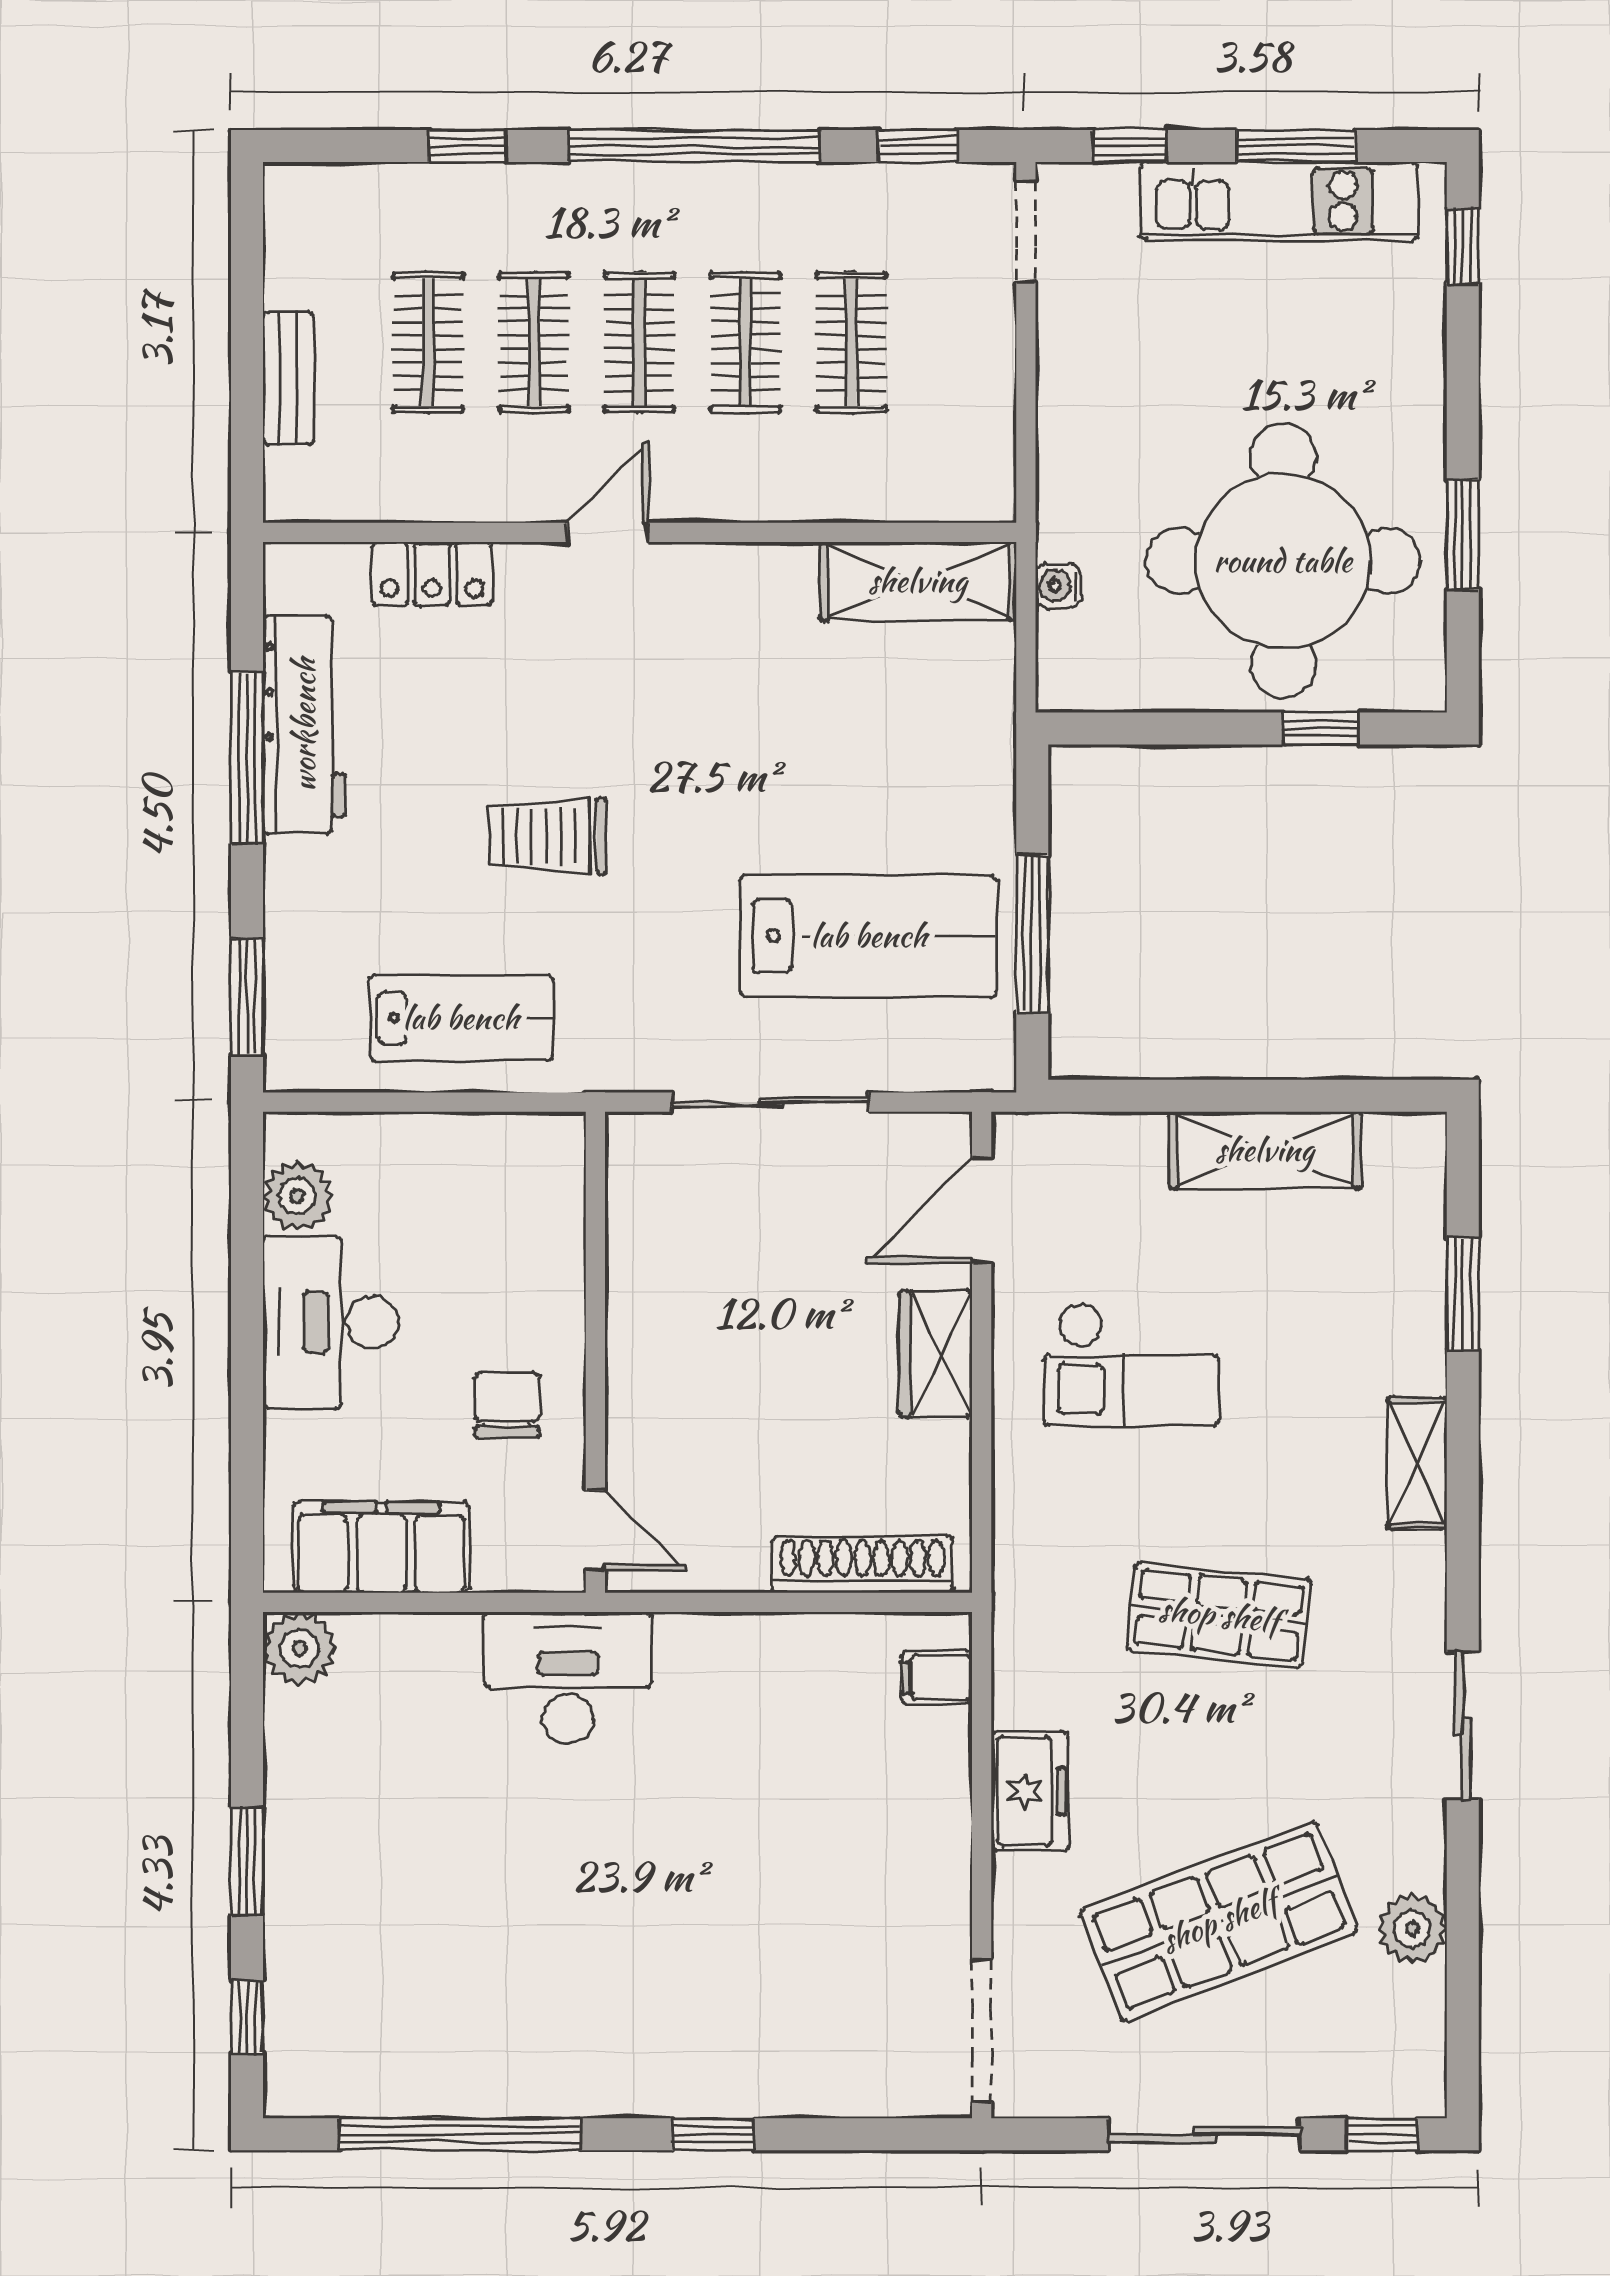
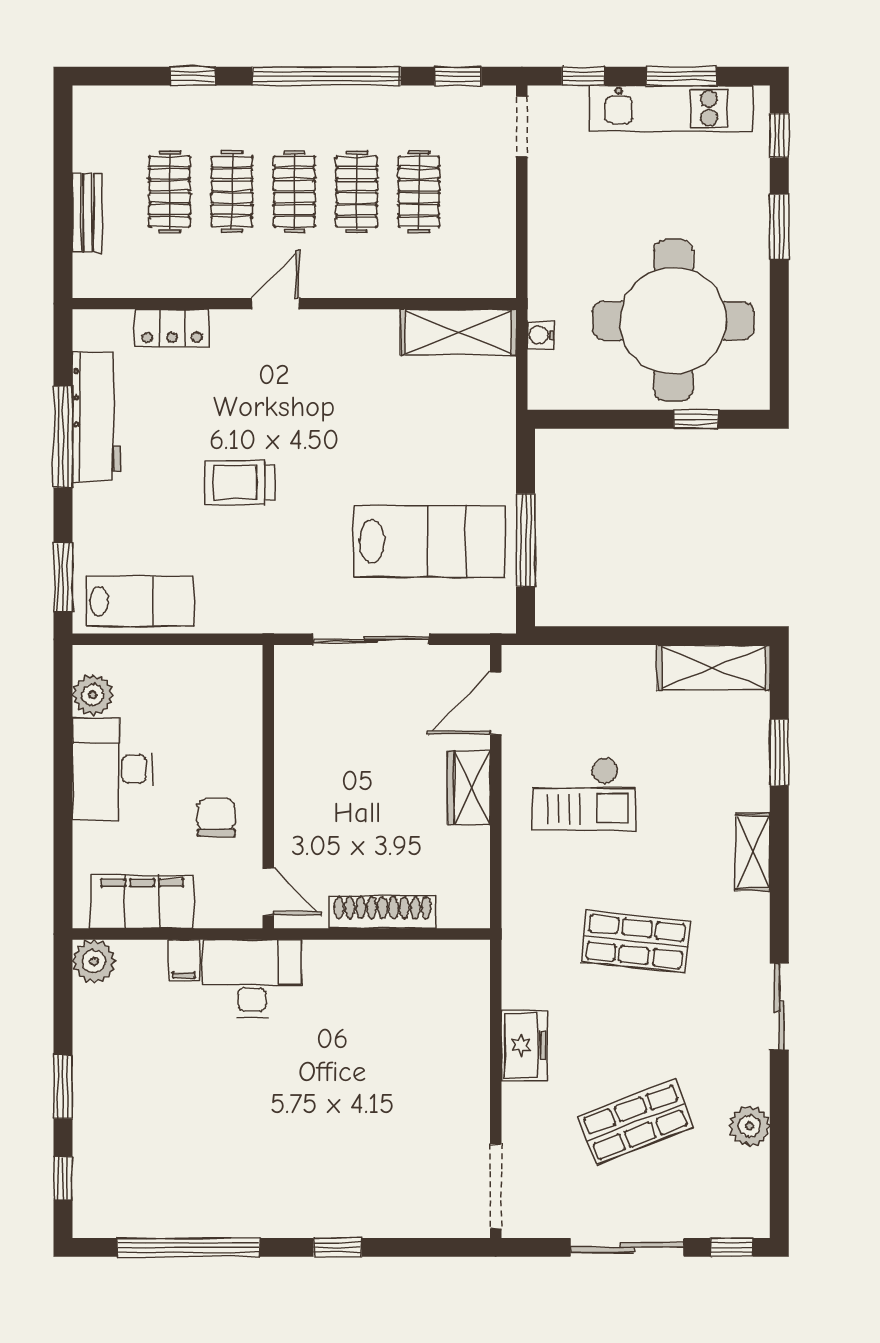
window: (1463, 534) -> (779, 227), moved
lab bench: (461, 1018) -> (140, 601), moved
shelving: (1265, 1150) -> (713, 668), moved
shoe rack: (862, 1565) -> (383, 912), moved
filing cabinet: (937, 1677) -> (184, 960), moved, turned -90
shop shelf: (1219, 1921) -> (636, 1122), width x0.70, depth x0.74

